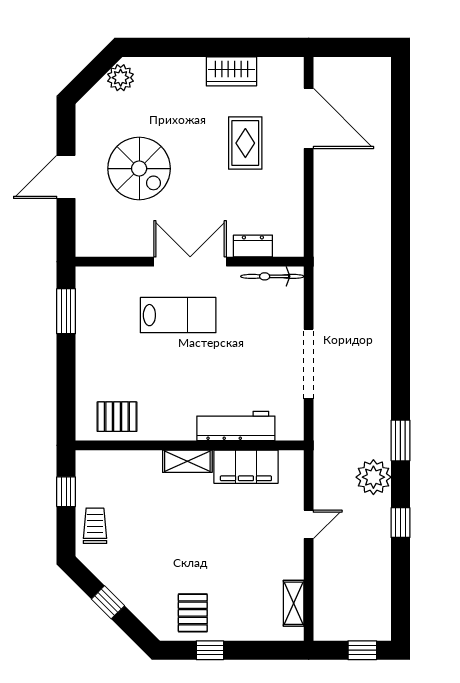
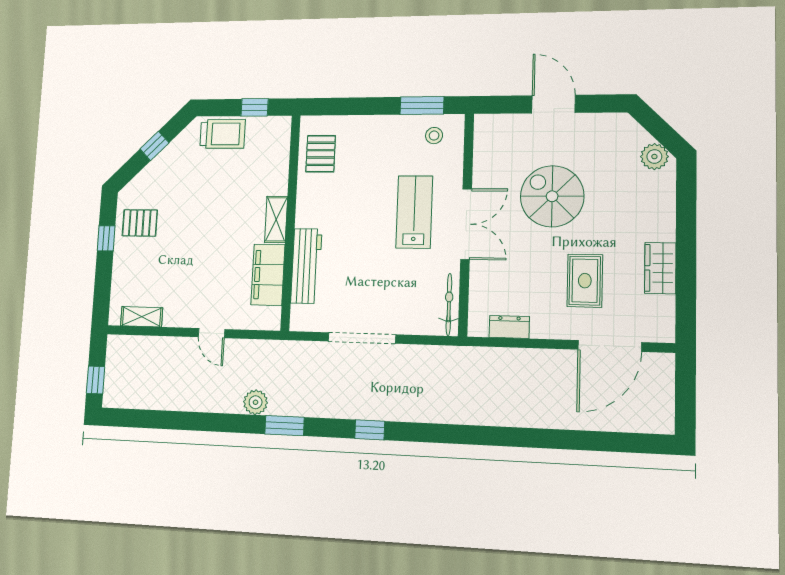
rug: (245, 143) -> (585, 281), turned 90
spiral stairs: (139, 169) -> (552, 196), moved, turned 90
dresser: (253, 246) -> (509, 327), moved, turned -90
stool: (98, 297) -> (434, 136), added
lab bench: (178, 315) -> (414, 212), turned 180
plant: (373, 477) -> (256, 402), width x0.73, depth x0.73
window: (400, 523) -> (370, 430), moved
trolley: (95, 526) -> (223, 134), width x1.36, depth x1.39

